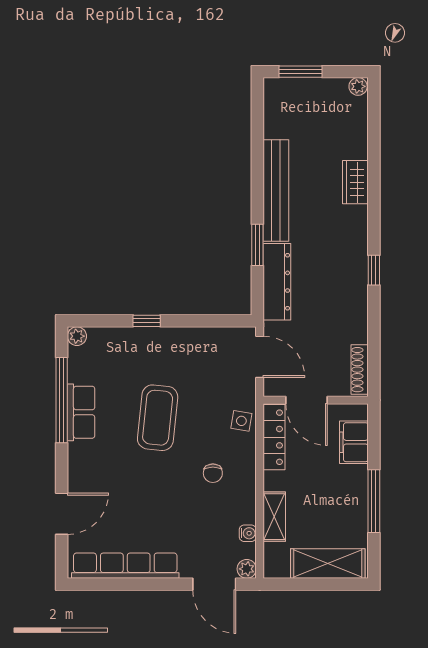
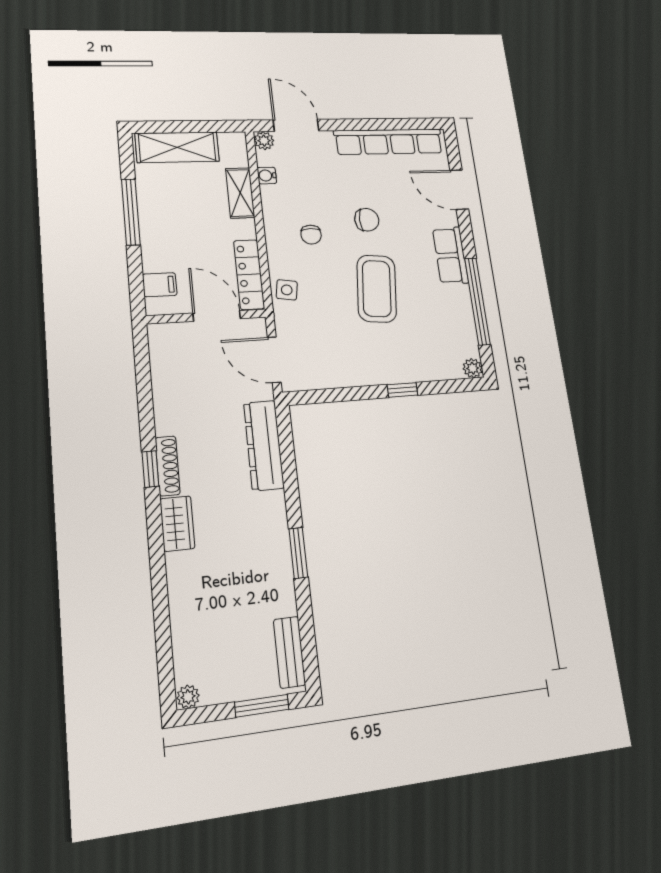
wardrobe: (355, 182) -> (177, 524), moved
bench: (276, 191) -> (290, 652), moved, width x0.54, depth x0.82
window: (257, 245) -> (298, 553), moved
shoe rack: (360, 370) -> (168, 466), moved
row of seats: (81, 412) -> (450, 255), moved
filing cabinet: (354, 442) -> (160, 285), width x0.50
chair: (213, 473) -> (311, 235), turned 180
chair: (158, 486) -> (367, 220), added
door: (62, 514) -> (459, 190), hinge flipped

